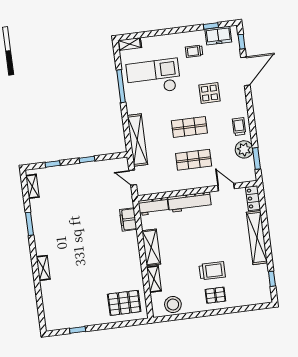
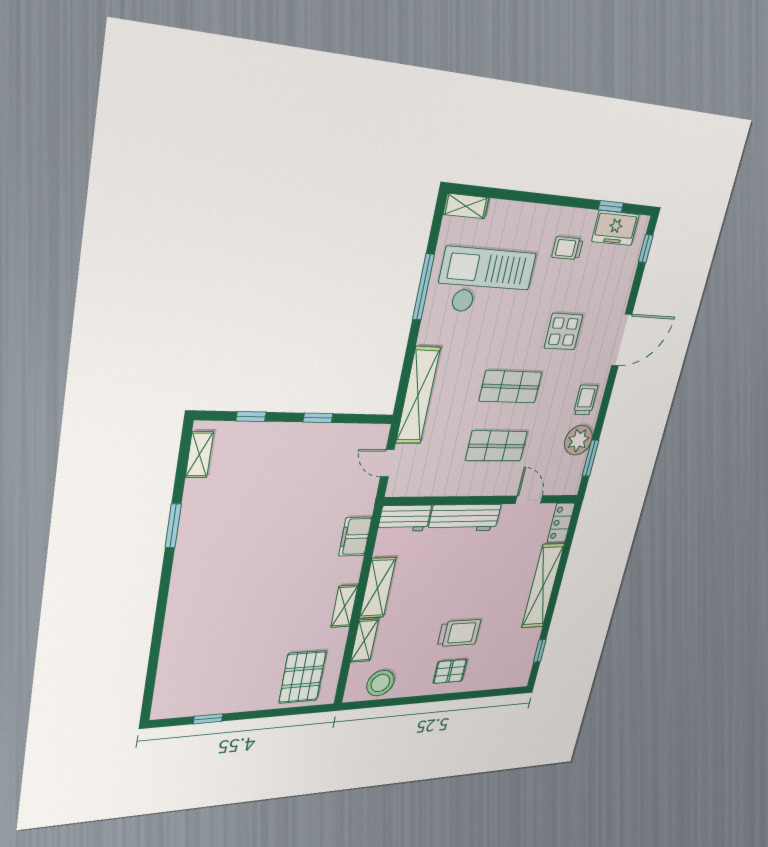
door: (245, 71) -> (622, 340), moved
shelving: (43, 268) -> (344, 606), moved
pallet: (124, 303) -> (302, 677), turned 90

